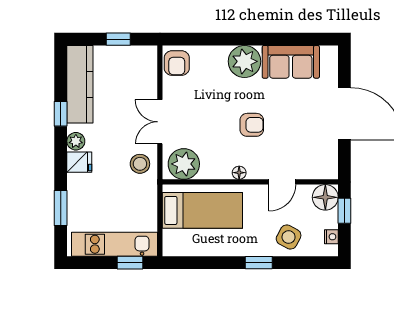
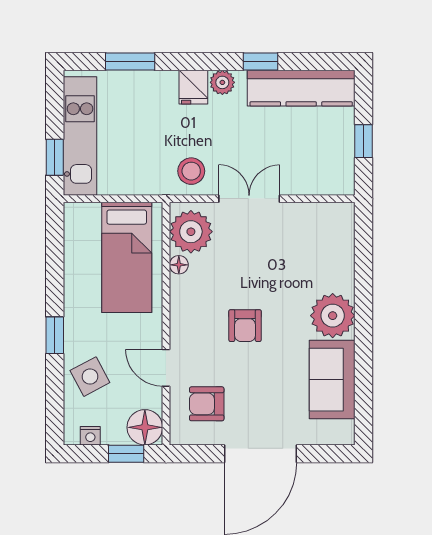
armchair: (177, 63) -> (207, 404), moved
floor lamp: (239, 173) -> (179, 265), moved
side table: (289, 237) -> (90, 377), turned 34

